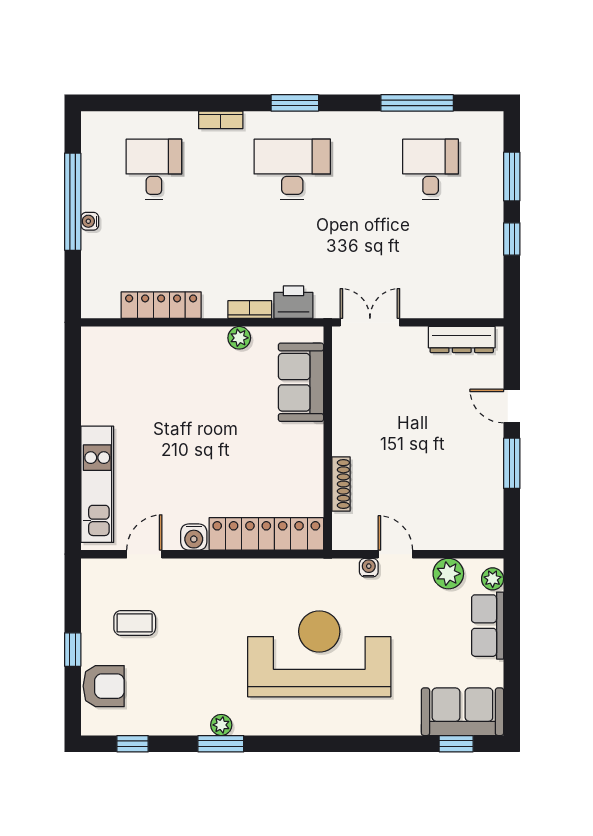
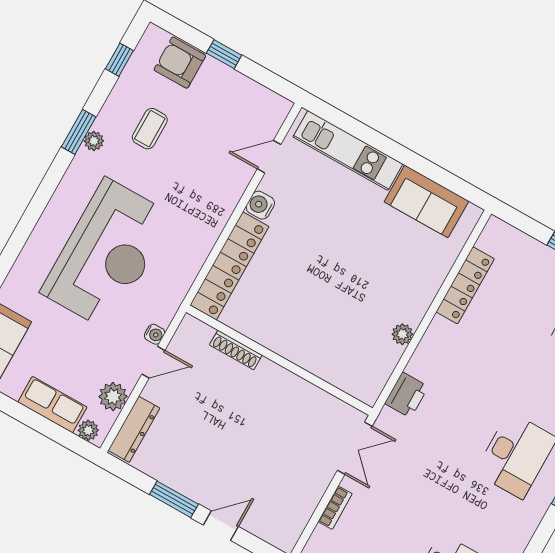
bookcase: (250, 310) -> (335, 508), moved
dresser: (462, 339) -> (134, 429), moved, turned 180
sofa: (301, 382) -> (426, 201), moved, turned 180
door: (144, 554) -> (269, 157), swing flipped
coffee table: (135, 623) -> (150, 129), moved
armchair: (104, 686) -> (180, 63), turned 90

